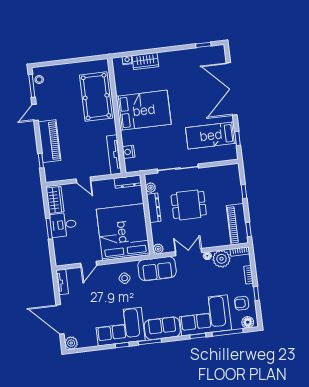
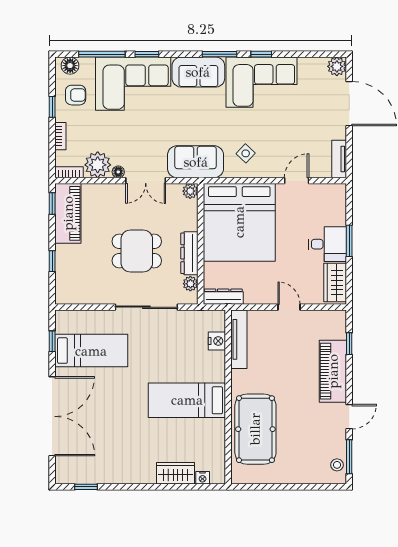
bed: (144, 110) -> (187, 400), width x0.67

